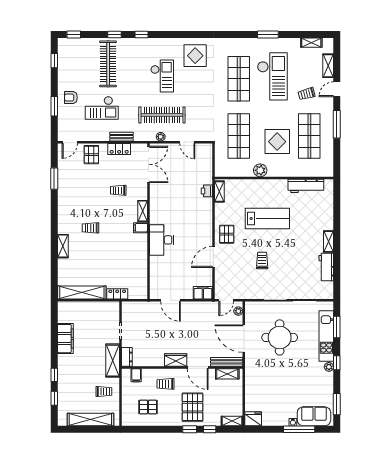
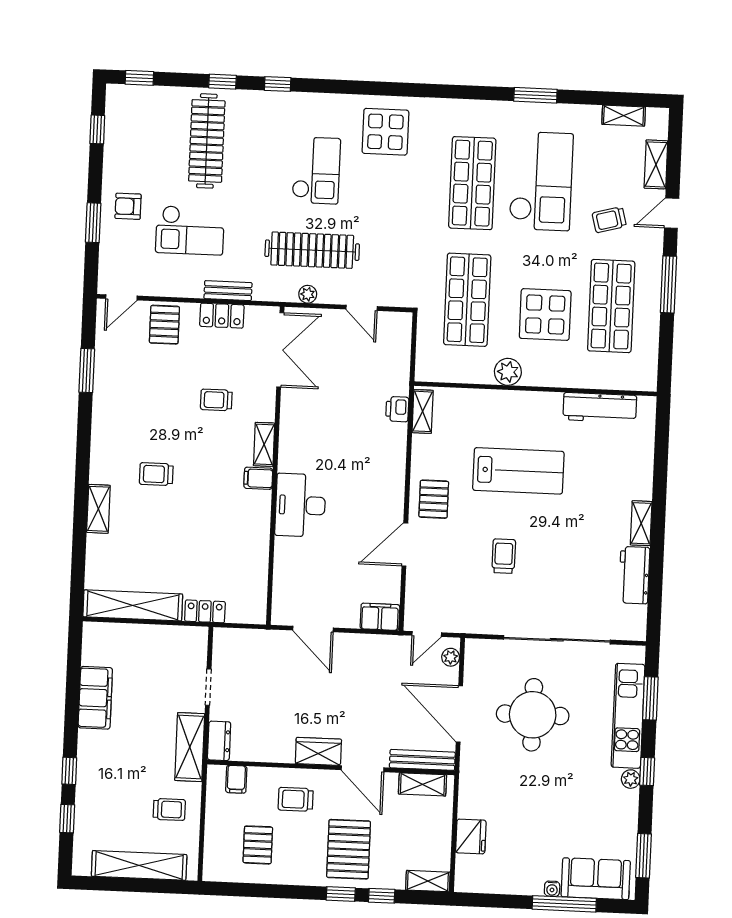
pallet: (148, 407) -> (258, 845), turned 90
fridge: (253, 419) -> (471, 836), moved, turned 90

